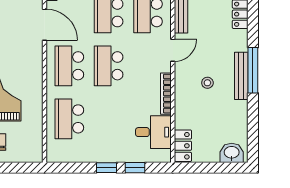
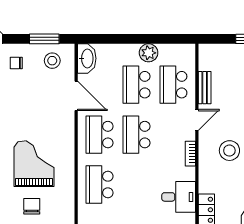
stool: (207, 83) -> (229, 151), width x1.89, depth x1.89
bookcase: (166, 94) -> (190, 154), width x0.64

